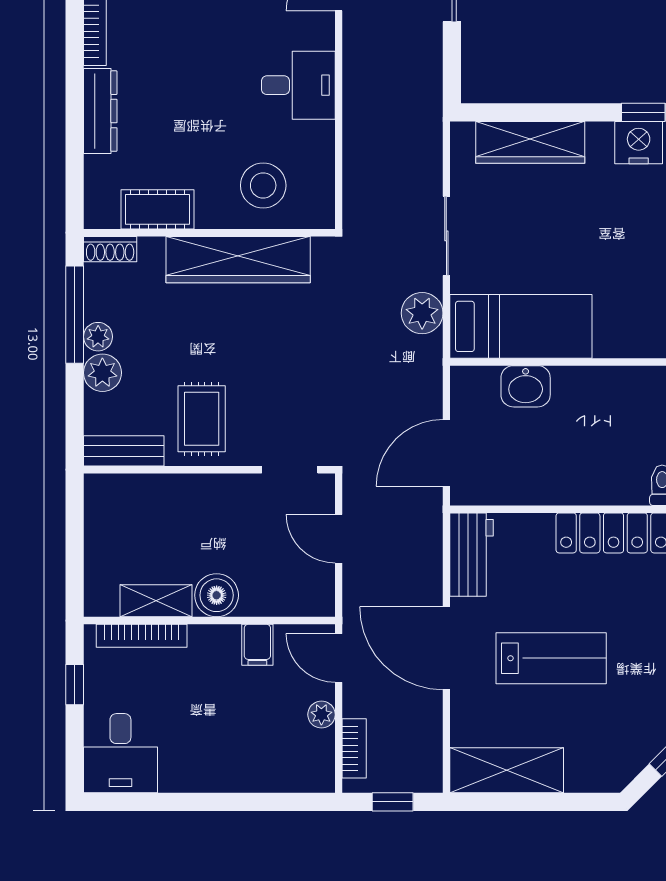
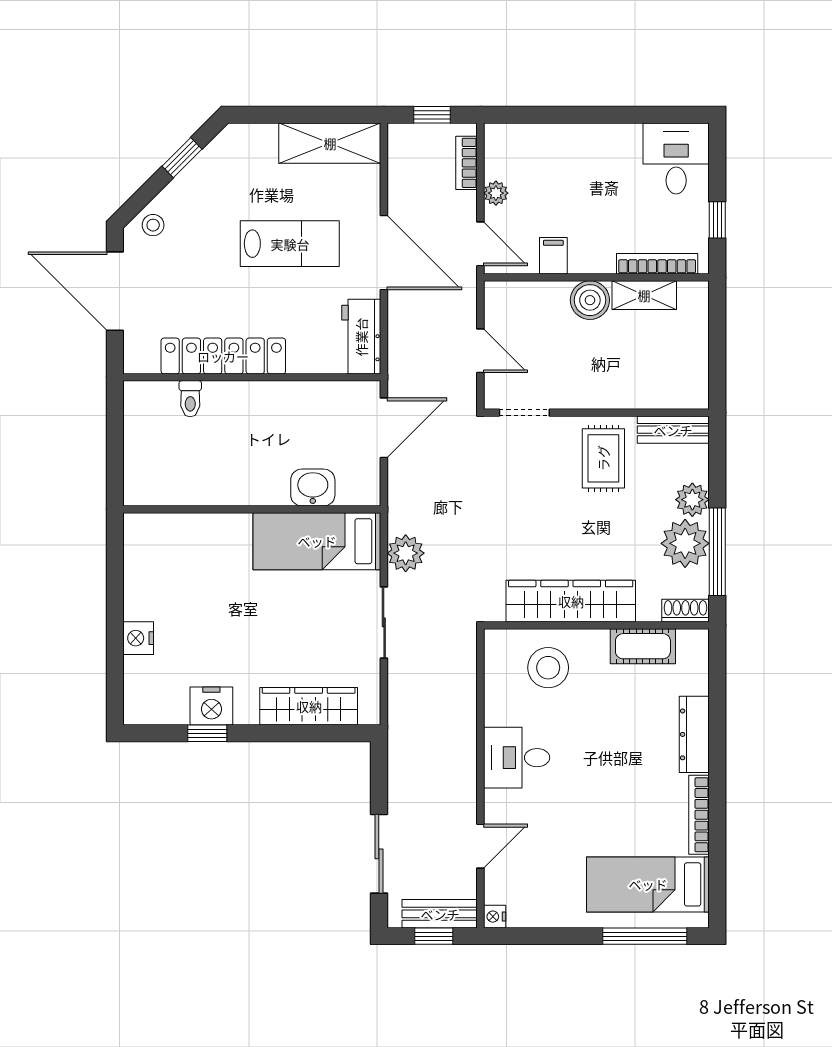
plant: (98, 337) -> (685, 543), width x1.88, depth x1.88
lab bench: (551, 658) -> (290, 244), turned 180

